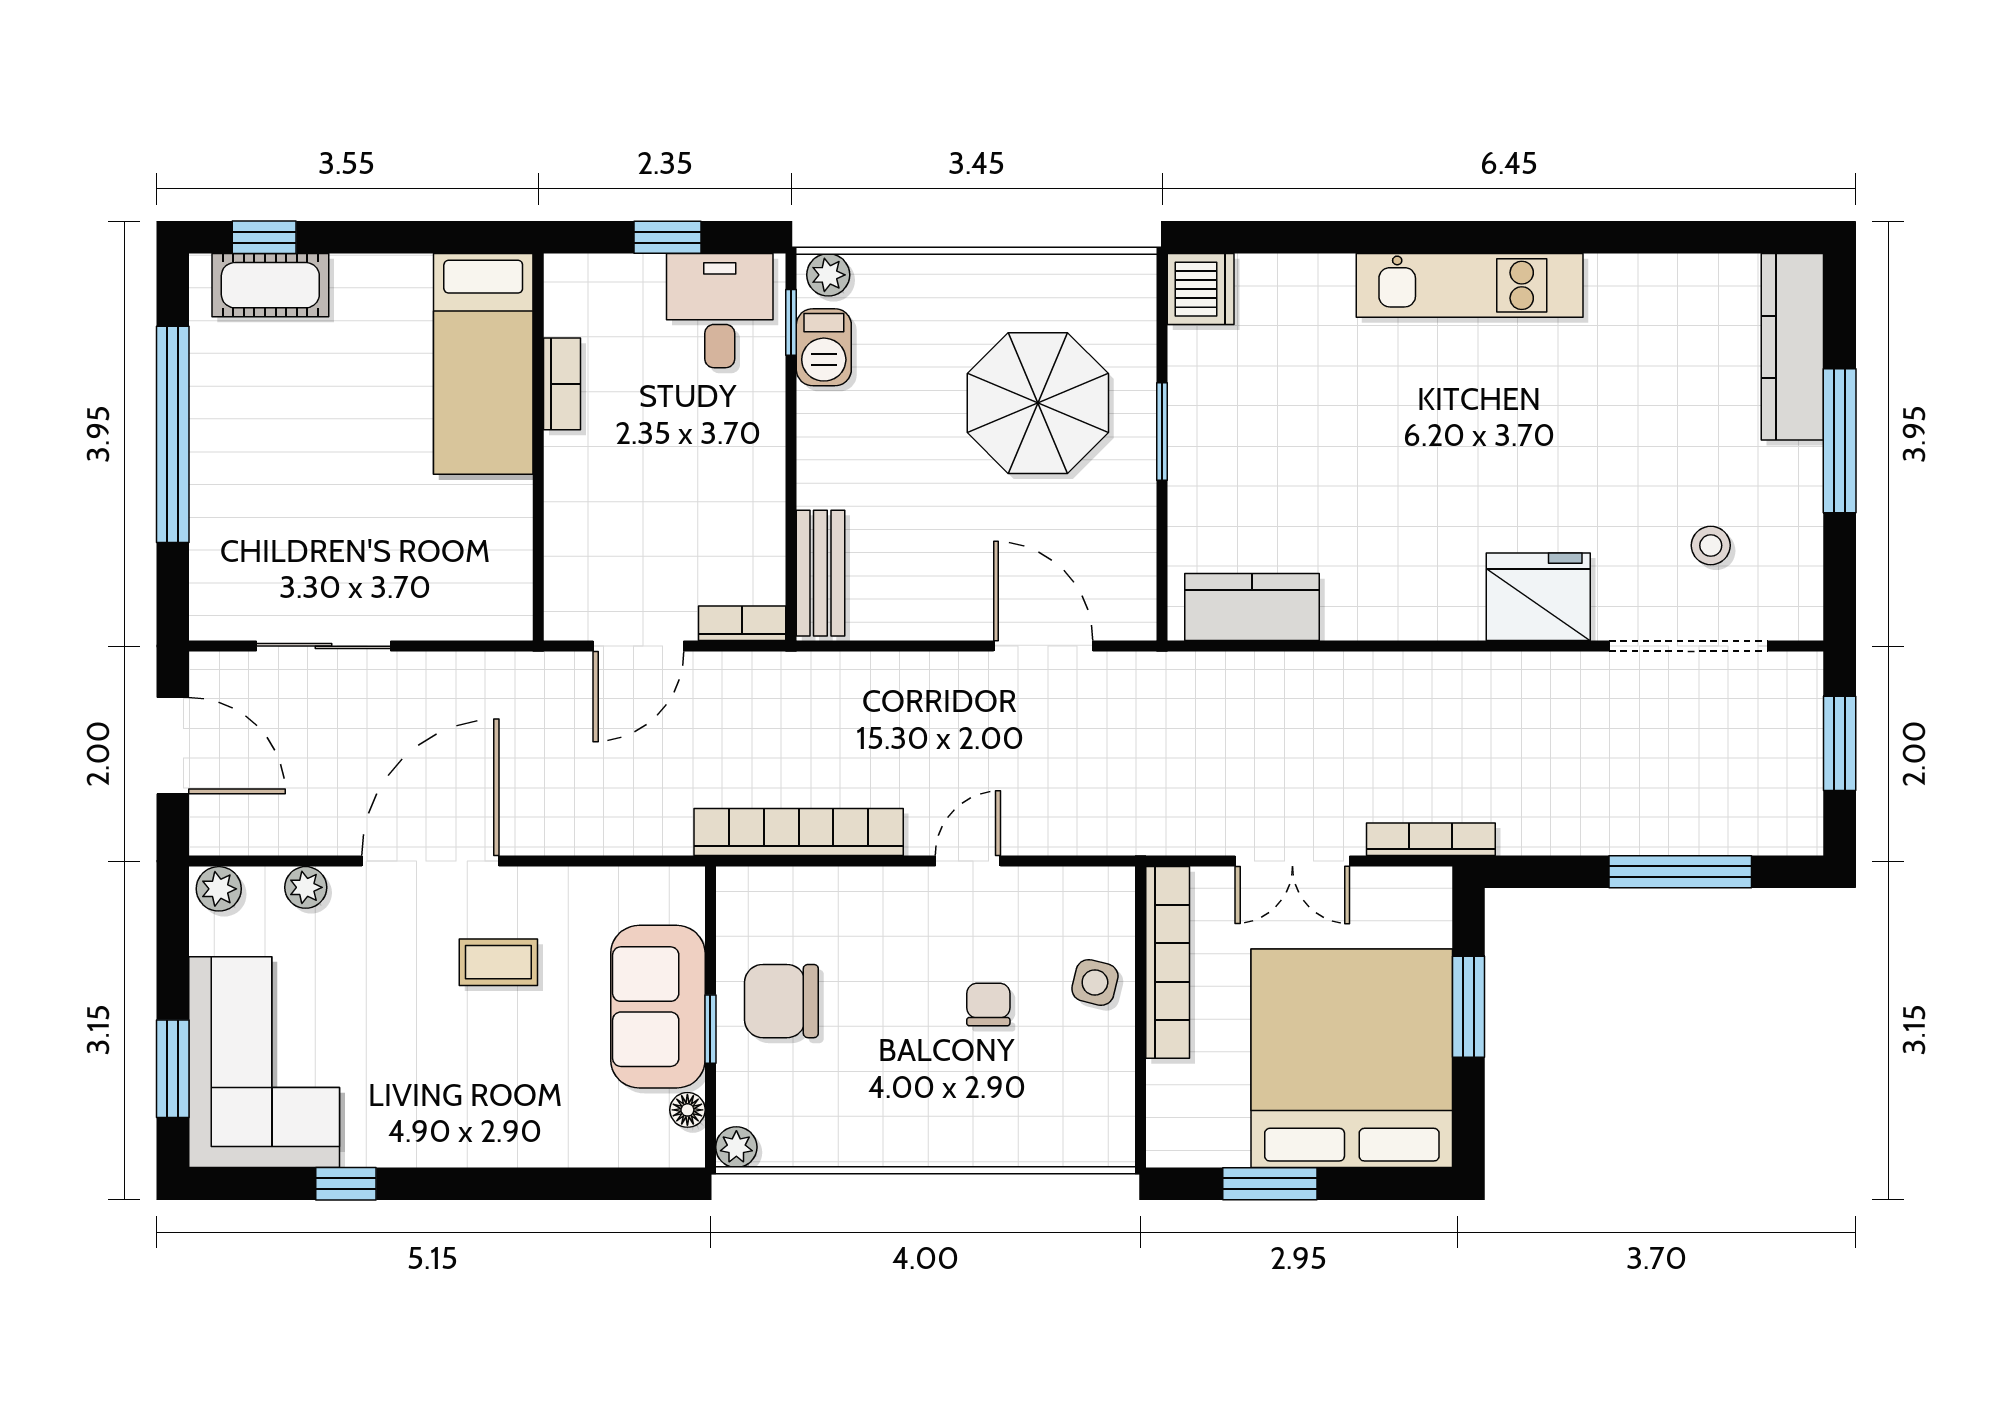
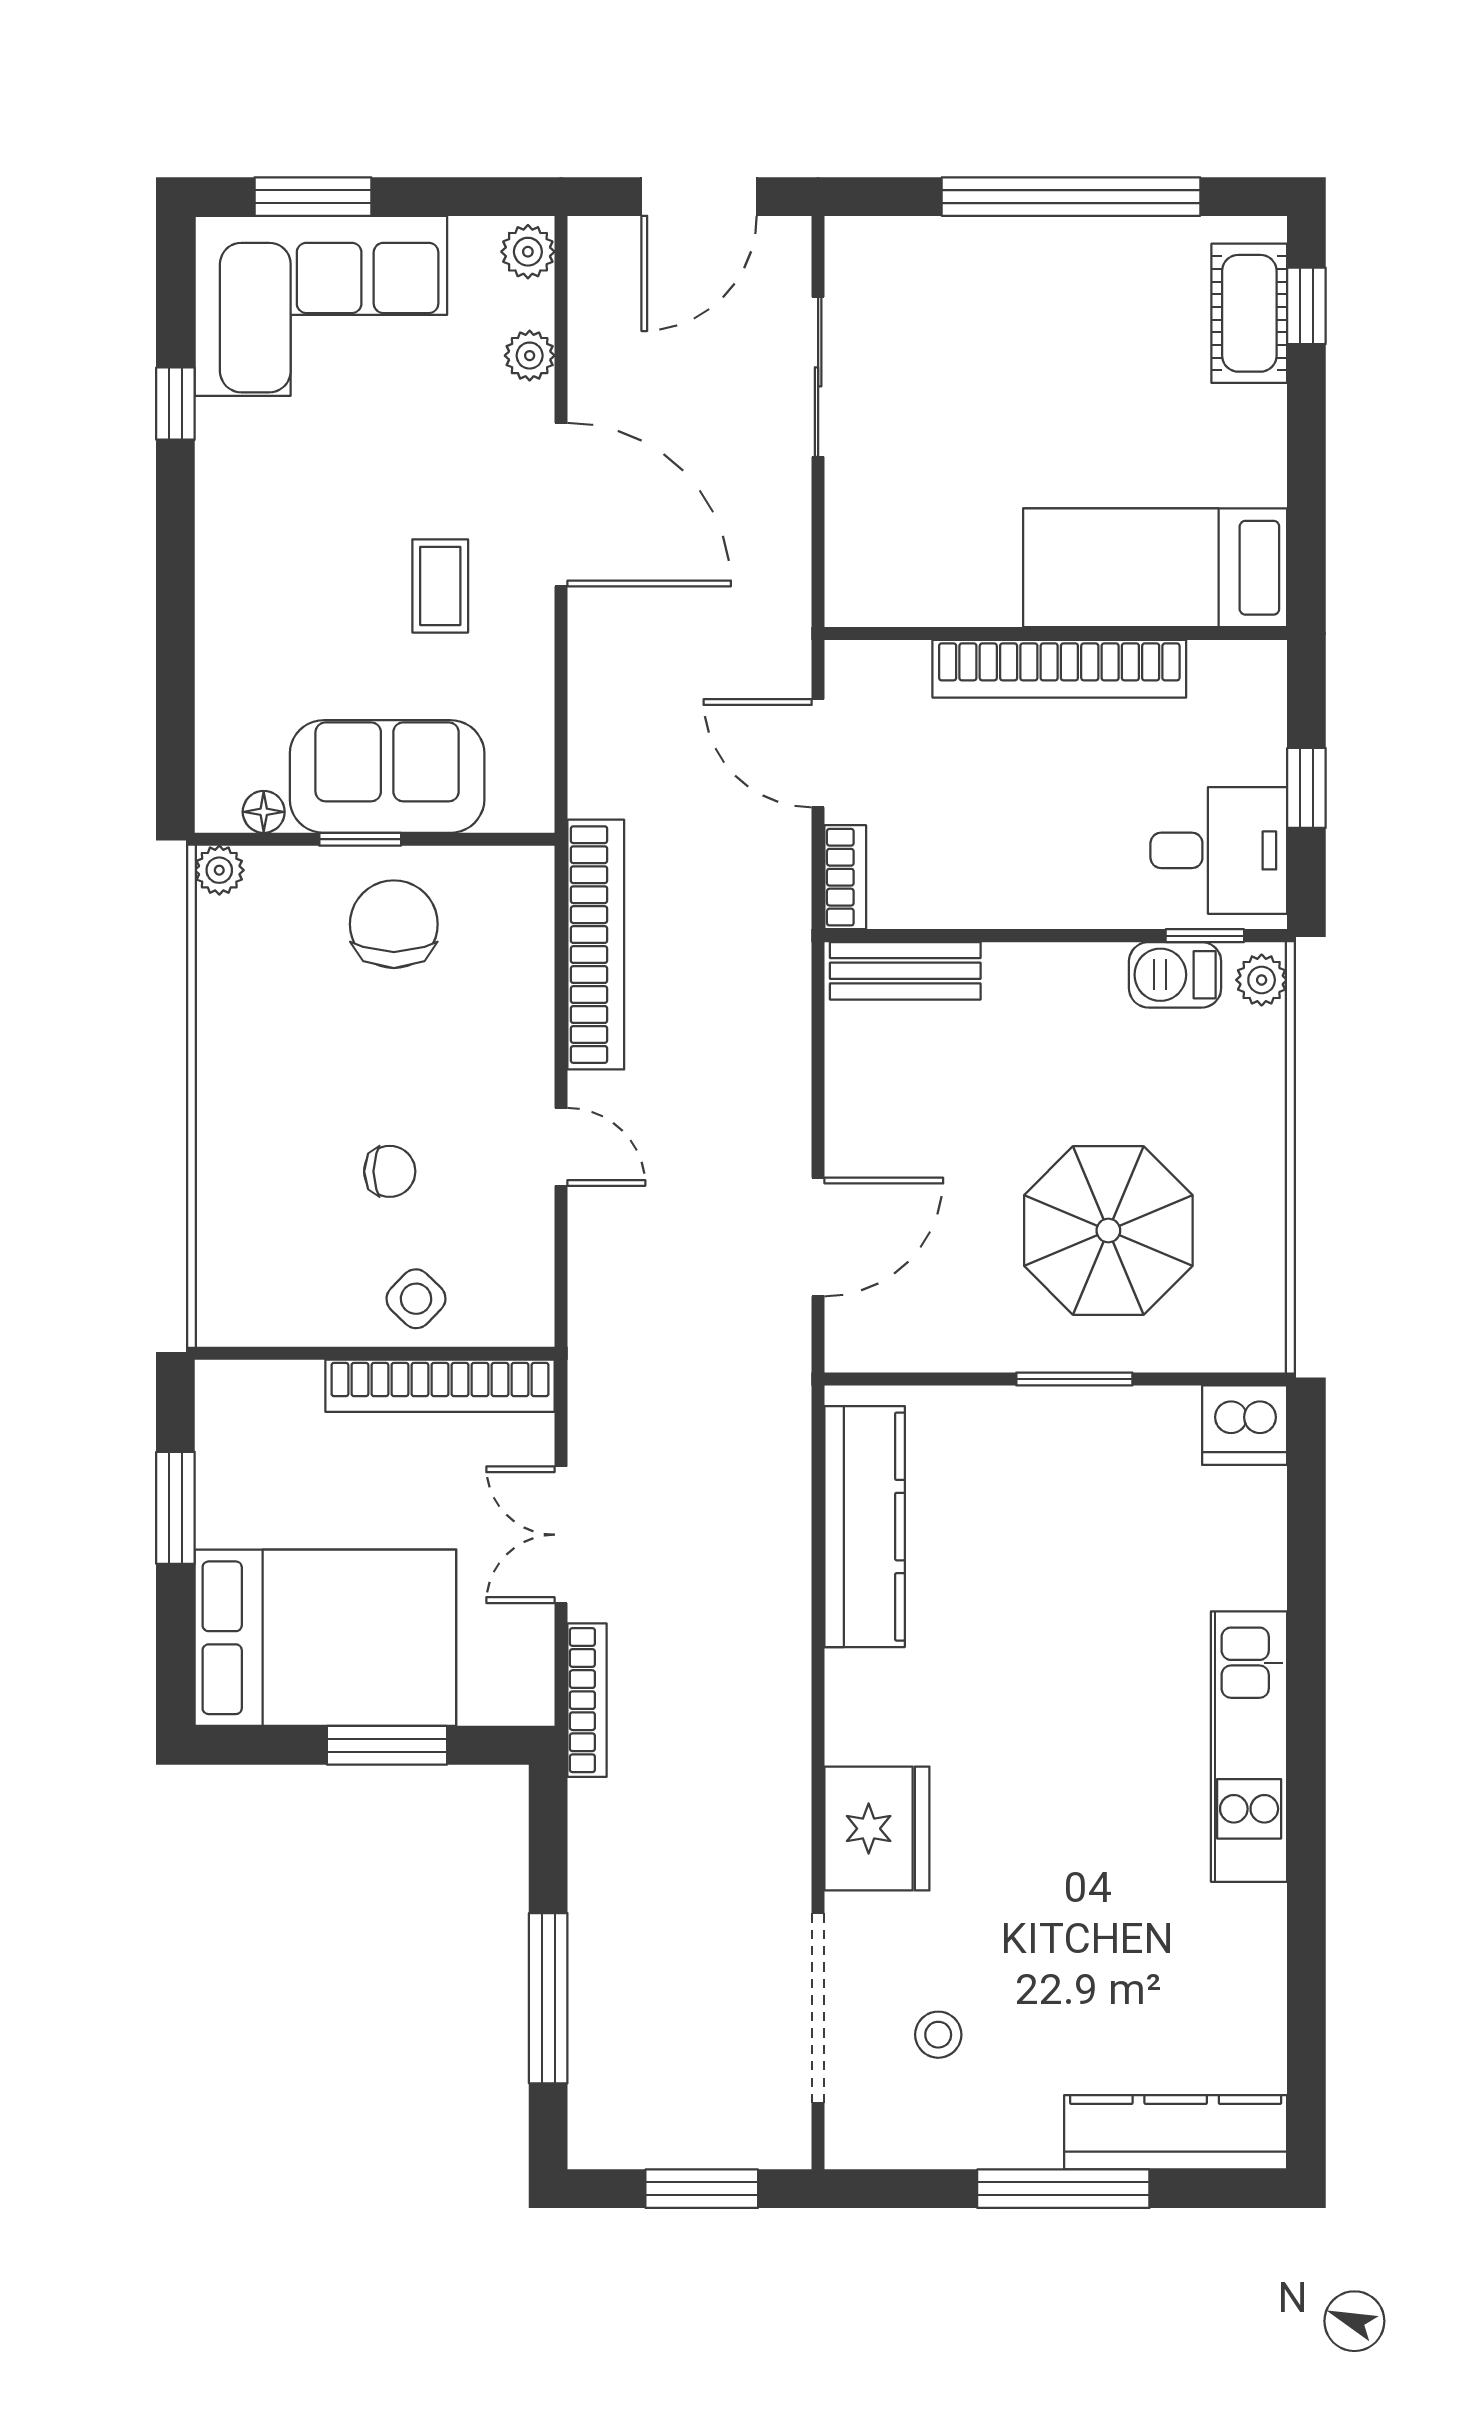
bookcase: (562, 384) -> (1059, 669), width x2.31, depth x1.31
kitchen counter: (1252, 607) -> (865, 1527), width x1.50
side table: (1095, 982) -> (416, 1299), turned 30
bed: (1352, 1058) -> (325, 1638), width x0.73

